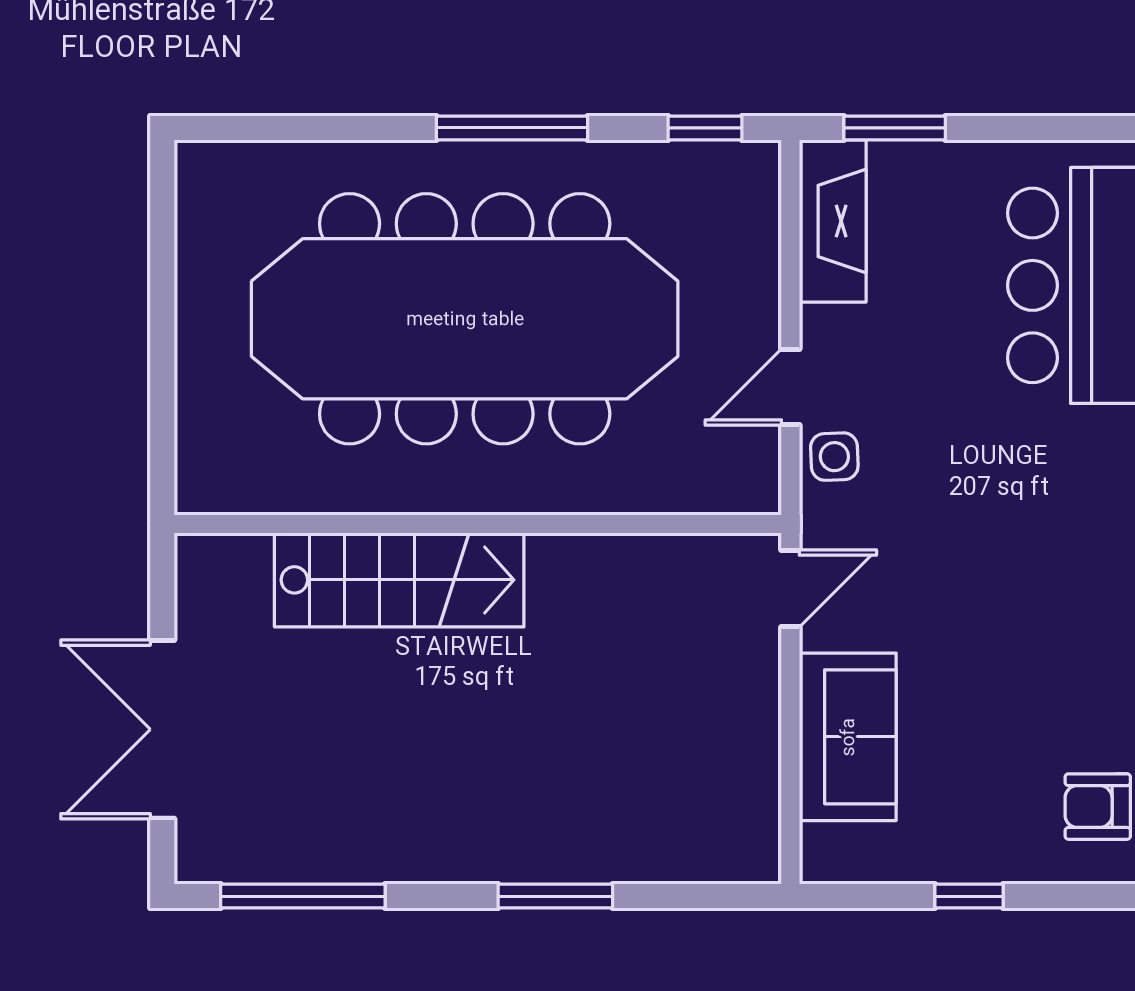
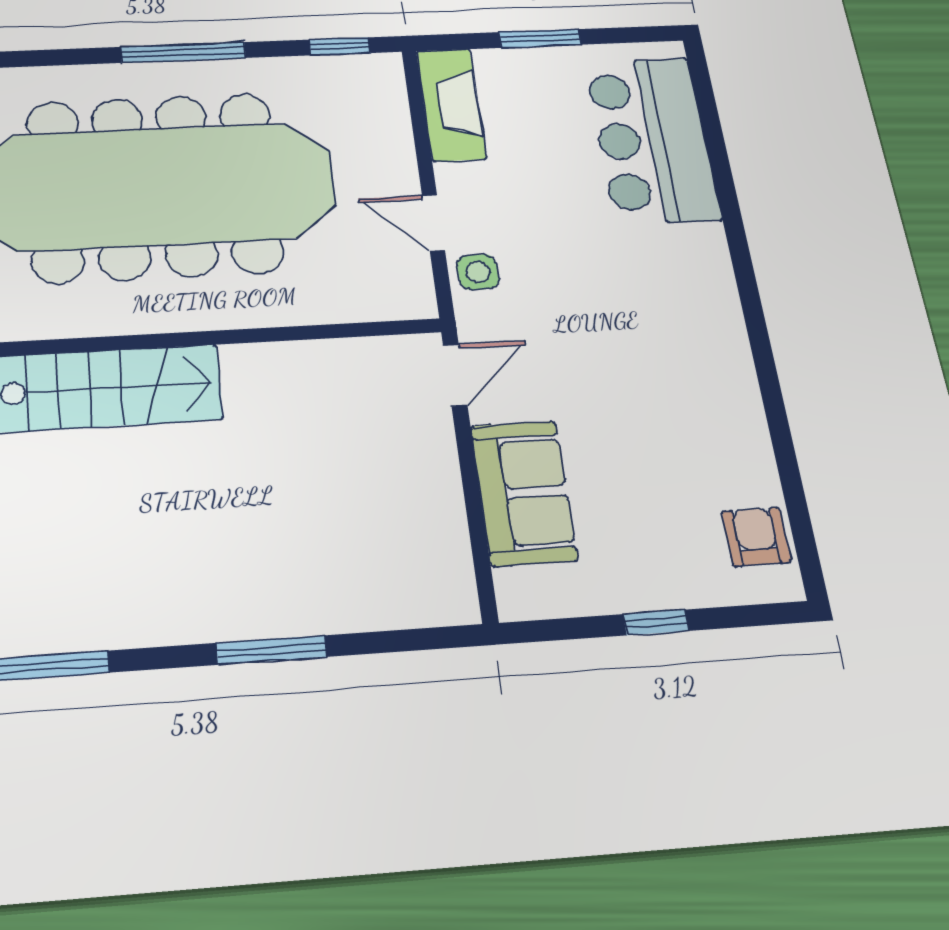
window: (895, 128) -> (540, 38), moved
door: (790, 387) -> (433, 223), hinge flipped
armchair: (1098, 807) -> (756, 537), turned 90

